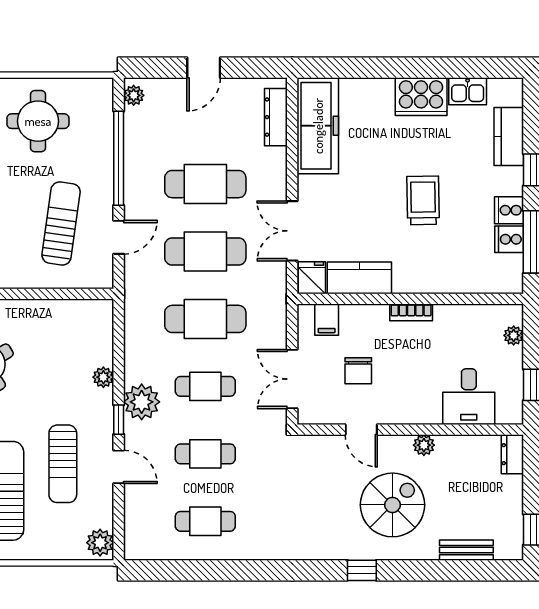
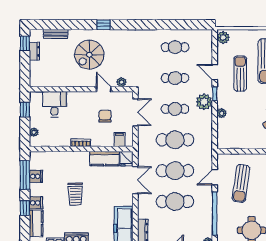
cooker: (509, 210) -> (36, 203), moved
plant: (424, 445) -> (122, 82), moved
dresser: (512, 454) -> (35, 51), moved

